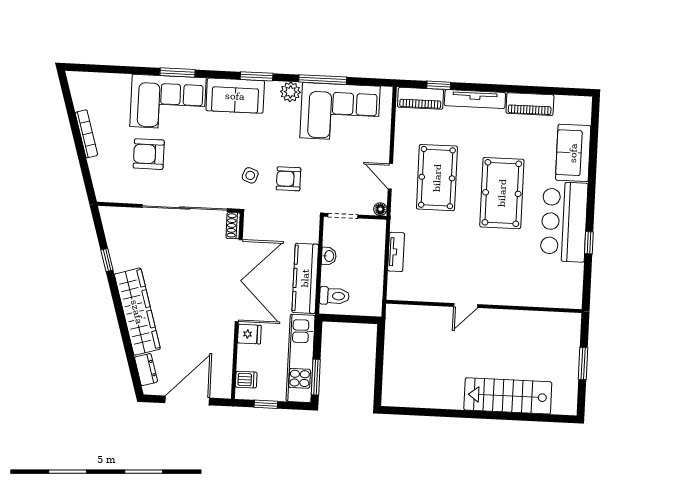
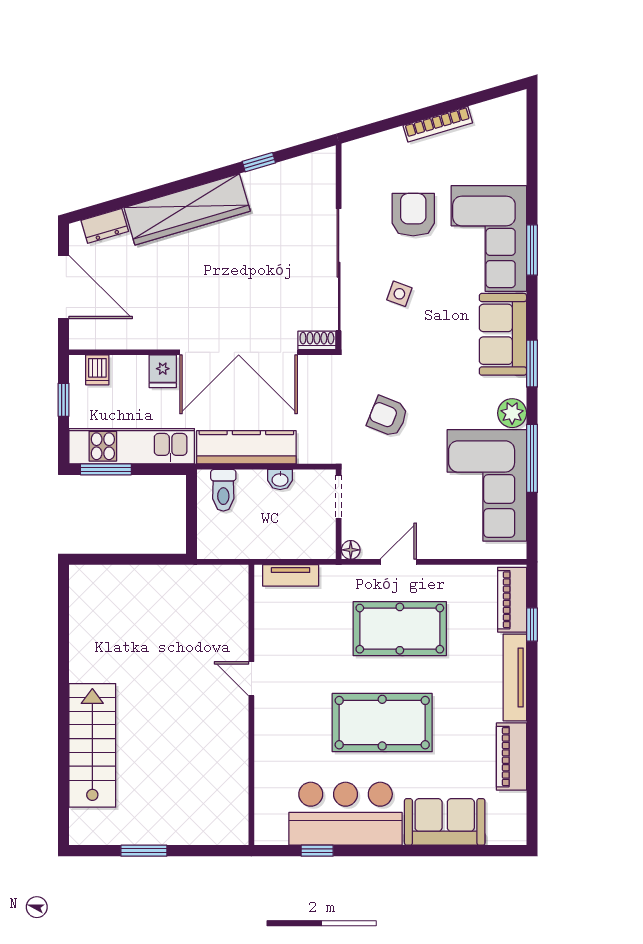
side table: (250, 175) -> (399, 294), moved
armchair: (289, 179) -> (388, 416), turned -68
door: (466, 306) -> (251, 679), moved
wall: (484, 306) -> (251, 705), moved

